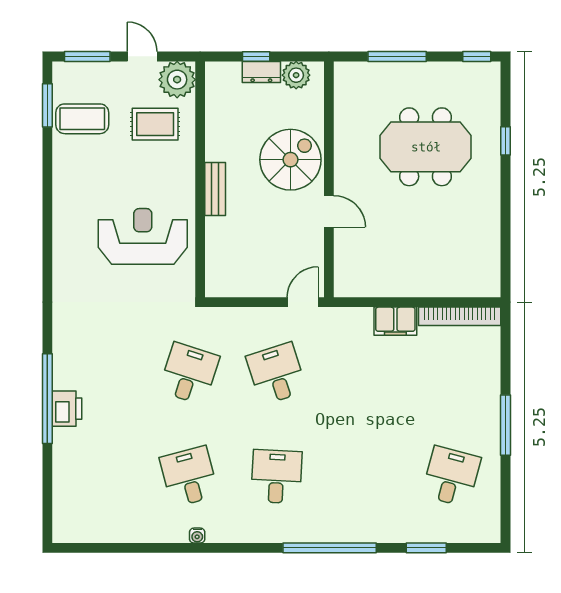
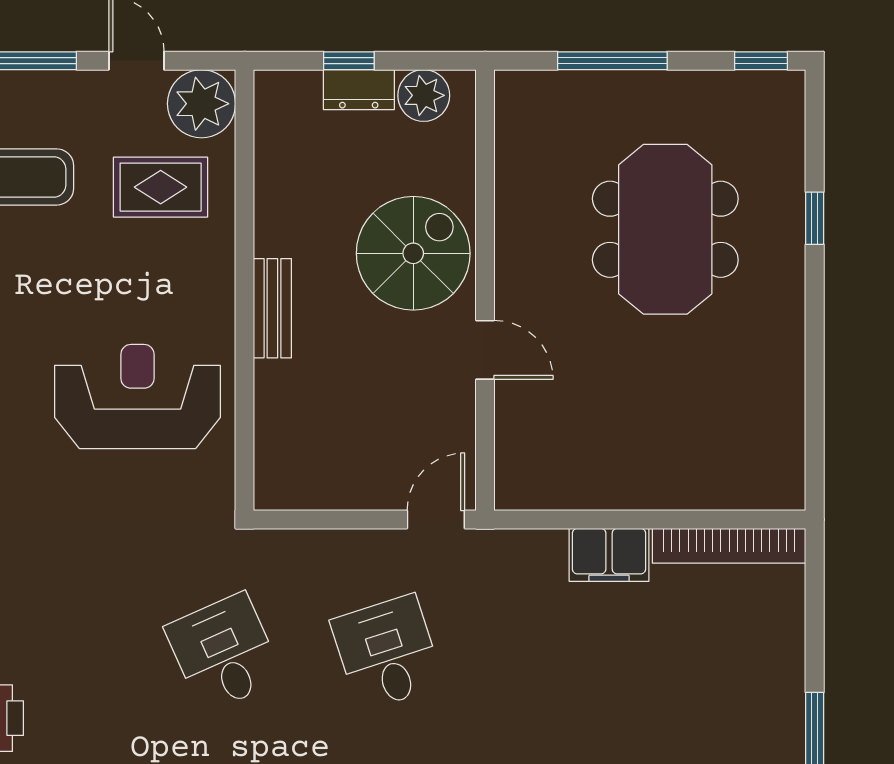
meeting table: (426, 147) -> (665, 229), turned 90
desk: (189, 374) -> (224, 653), turned -42

